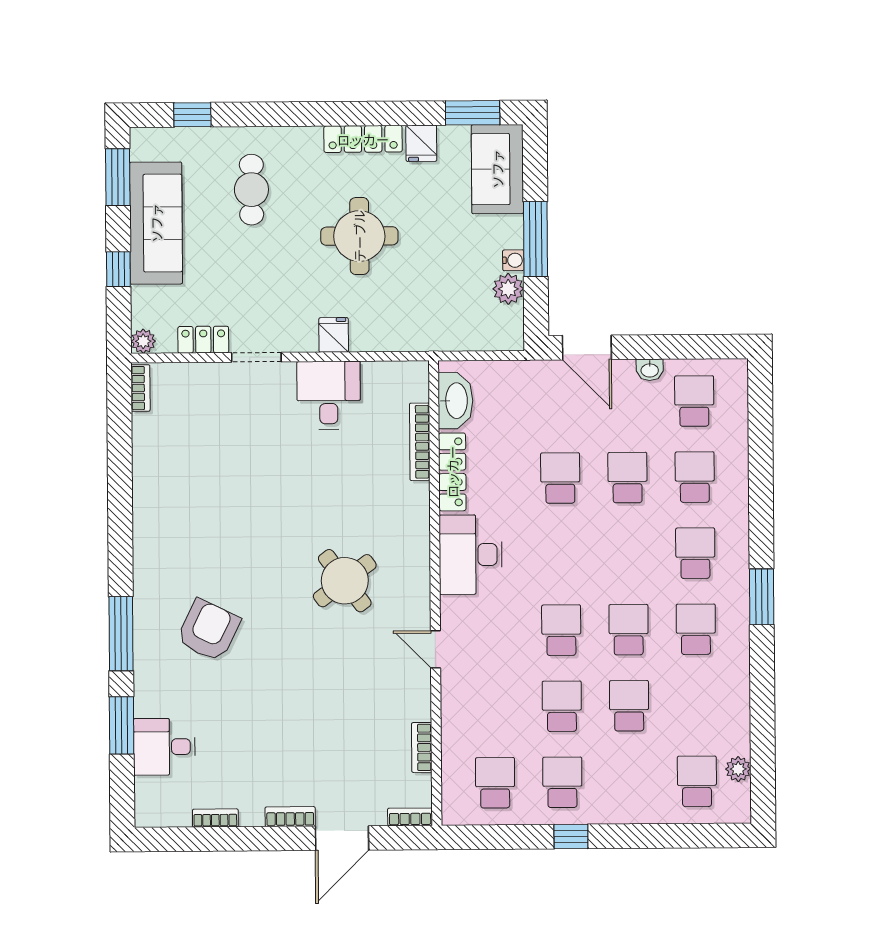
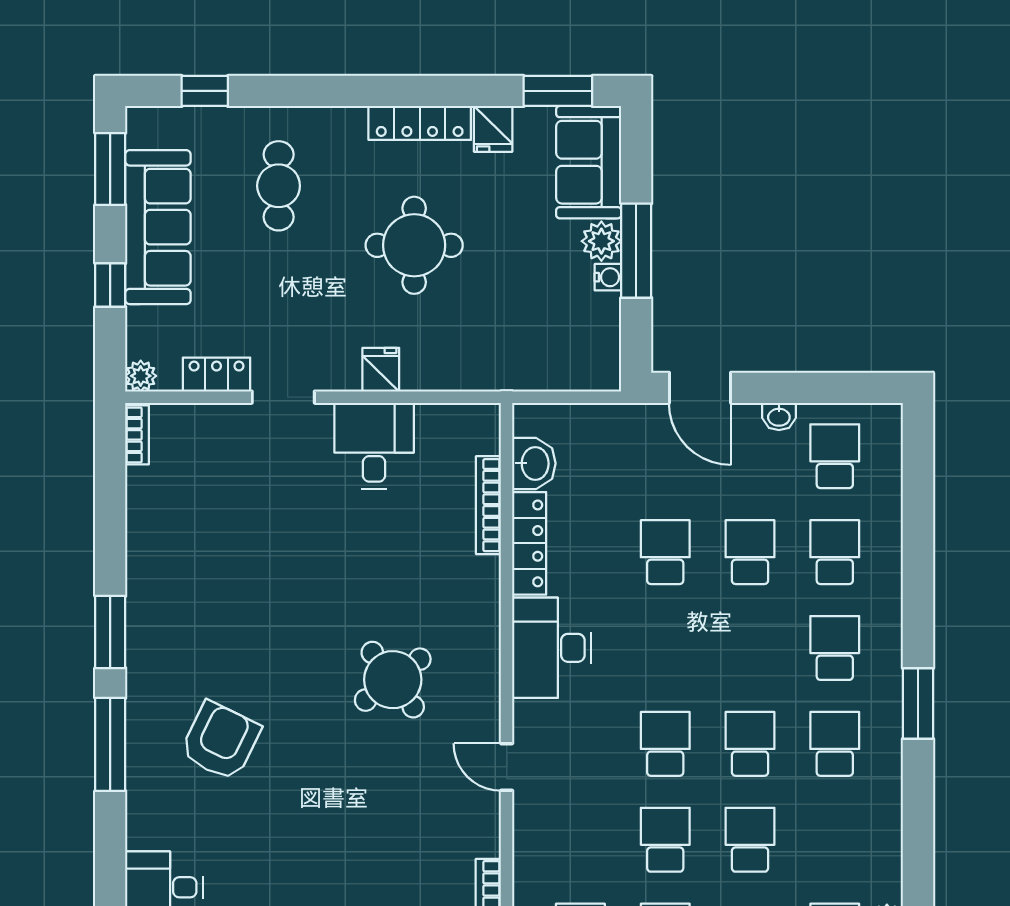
plant: (508, 289) -> (601, 241), moved
washbasin: (456, 401) -> (534, 463), width x0.72
window: (122, 725) -> (110, 632), moved

